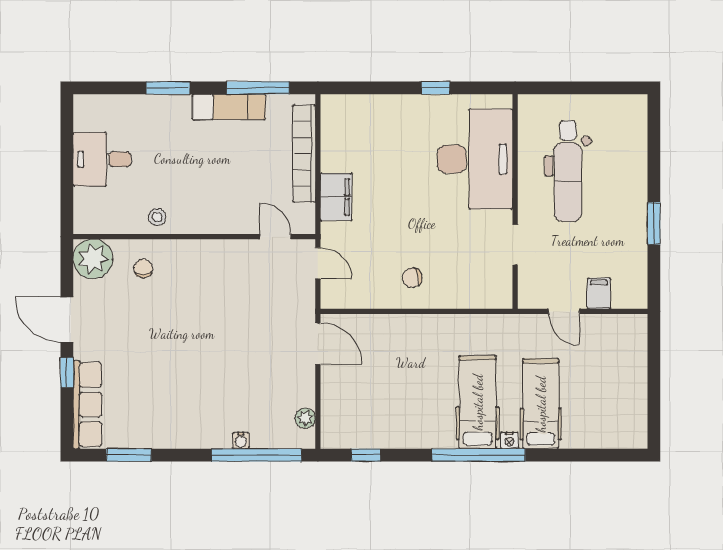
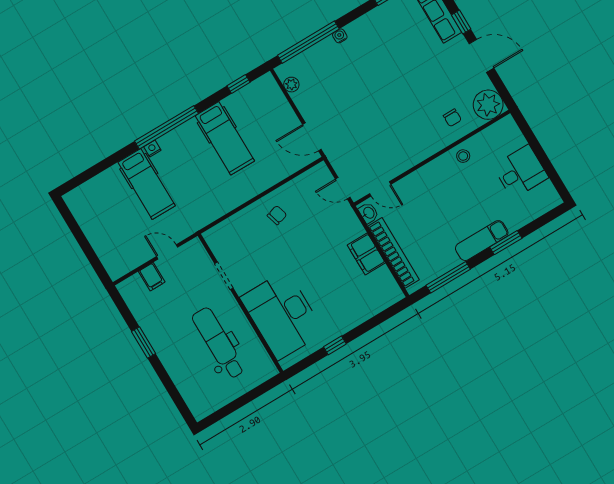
exam couch: (229, 107) -> (482, 241), moved
filing cabinet: (336, 197) -> (366, 254), moved
washbasin: (305, 217) -> (369, 213), added
hospital bed: (478, 402) -> (225, 138), moved
water cooler: (241, 441) -> (340, 36), moved

